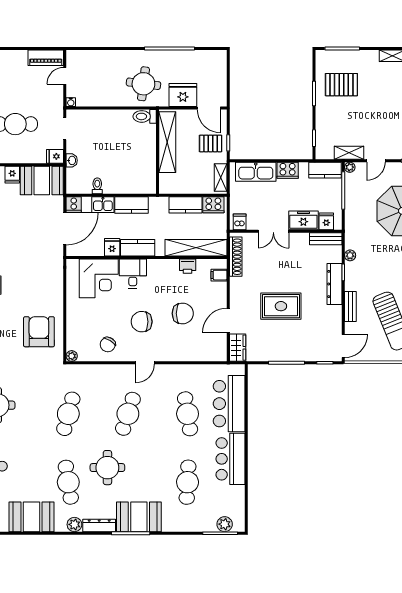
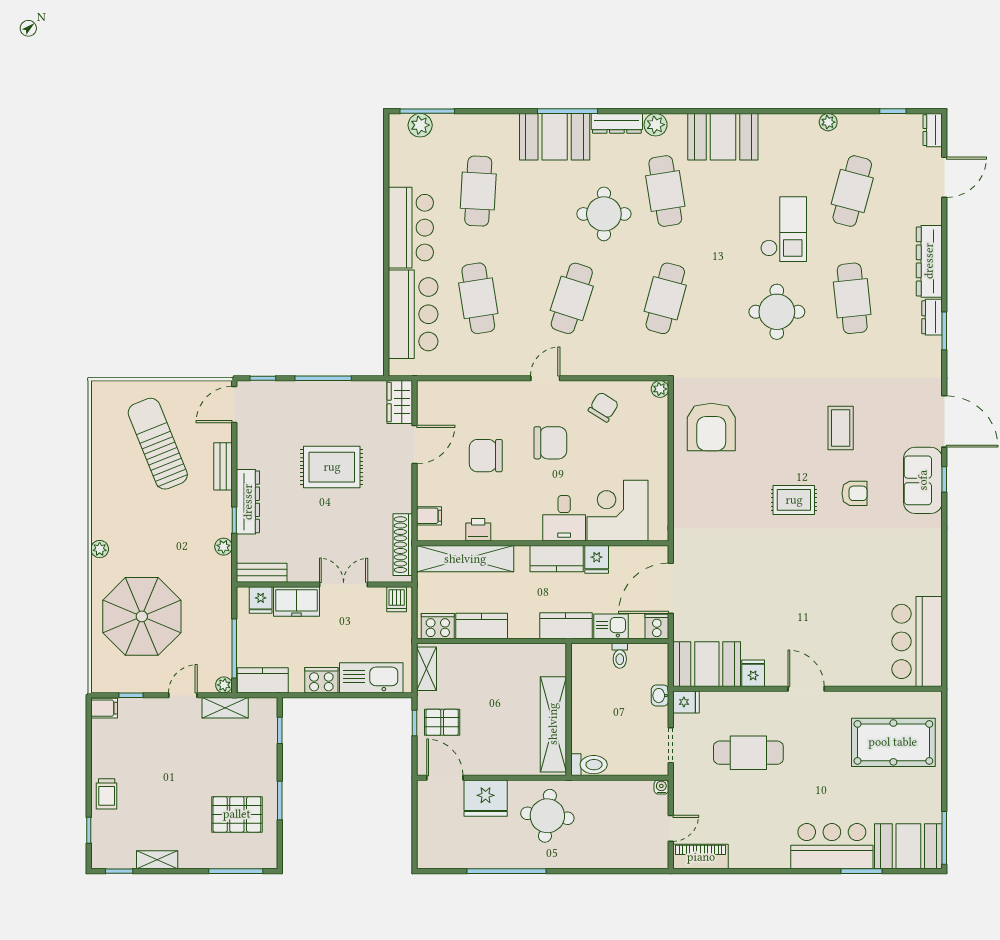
toilet: (145, 116) -> (589, 765), moved
shelving: (167, 142) -> (553, 724), moved
wall: (158, 152) -> (569, 709), moved

